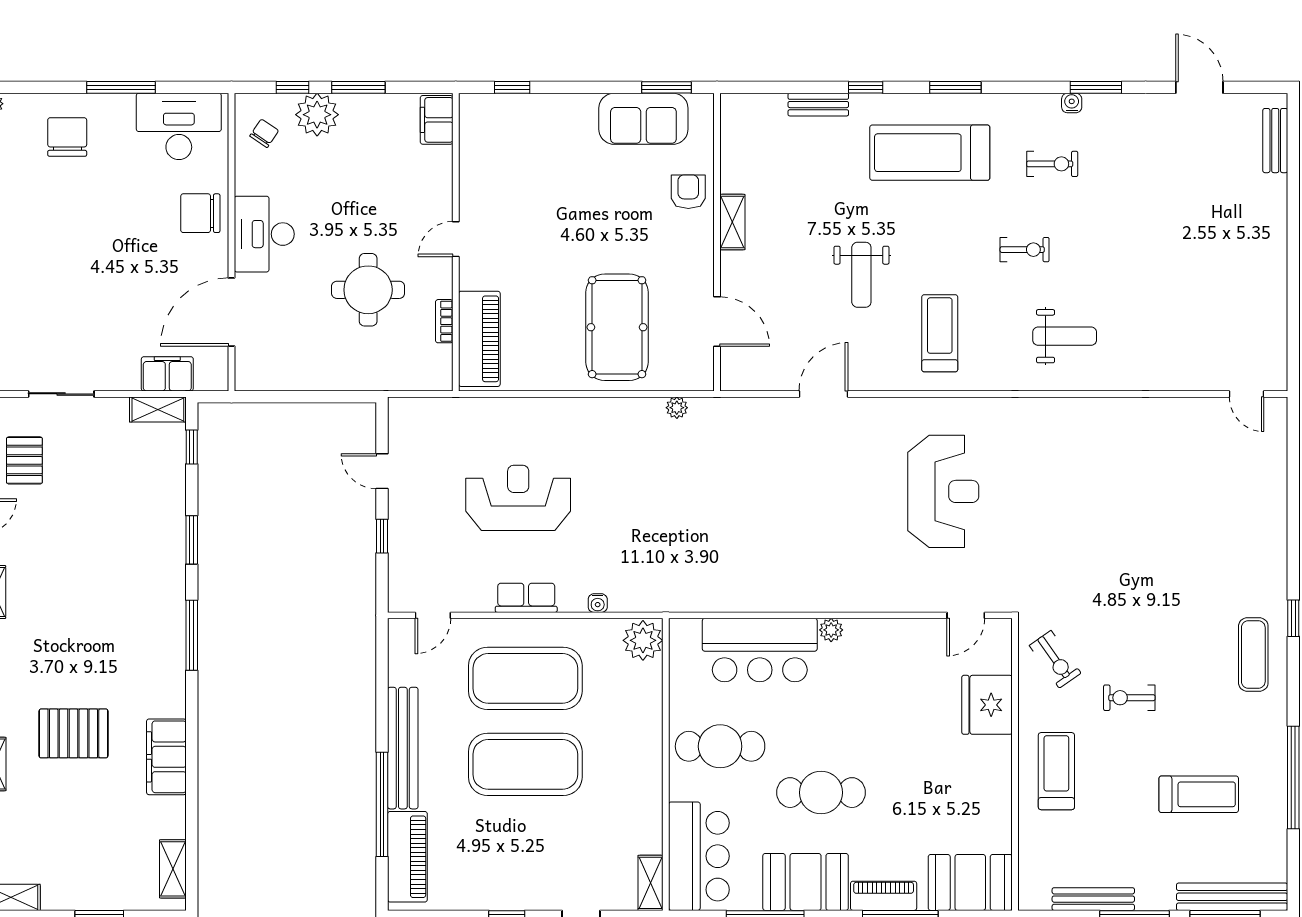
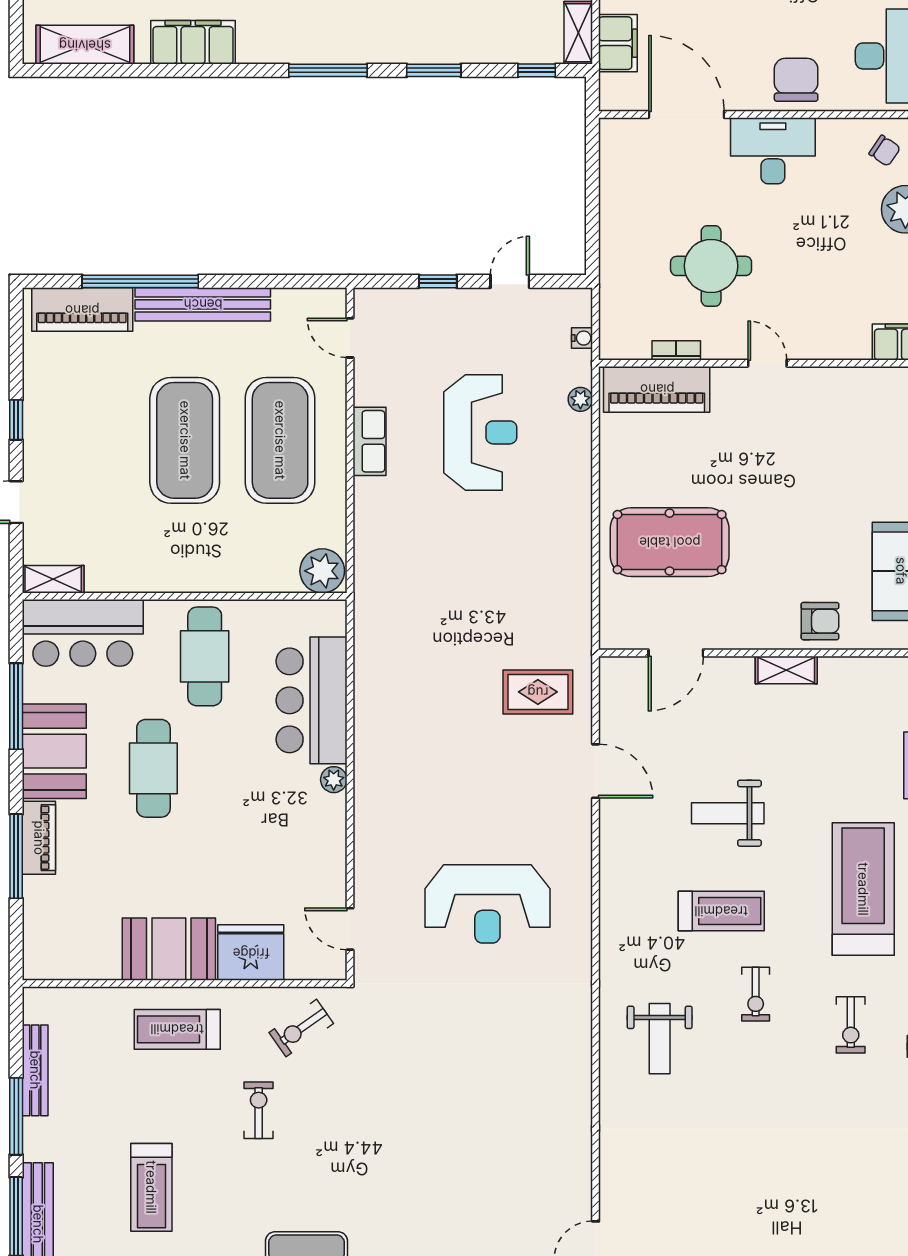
treadmill: (940, 333) -> (721, 911), moved
plant: (677, 408) -> (580, 399), moved
rug: (752, 446) -> (538, 692), added
water cooler: (598, 603) -> (582, 338), moved, turned 180
treadmill: (1056, 771) -> (177, 1029), turned 180
shelving: (173, 869) -> (85, 45), width x1.50, depth x1.33
booth: (970, 882) -> (169, 949), moved, turned 90

